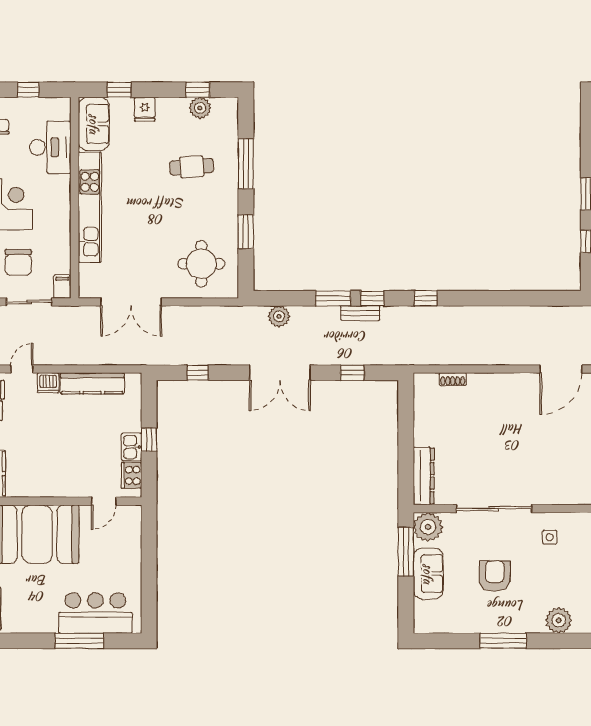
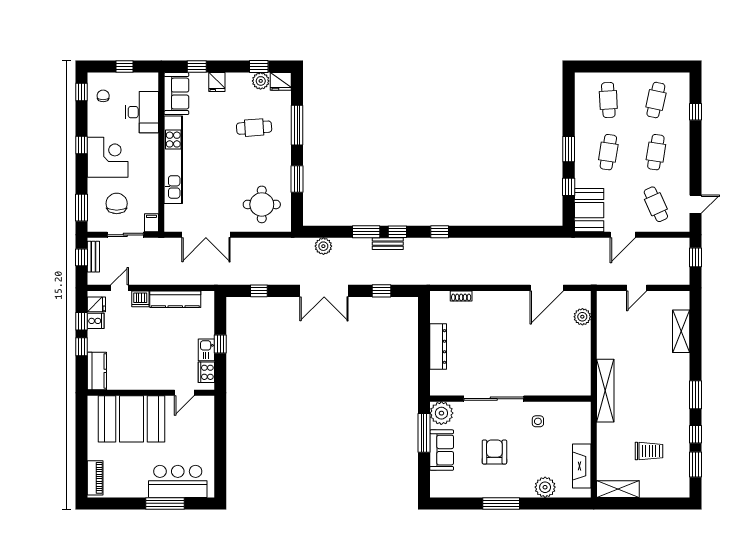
fridge: (225, 108) -> (281, 81), added
chair: (18, 262) -> (117, 203), turned 180
dresser: (424, 476) -> (438, 346), moved

